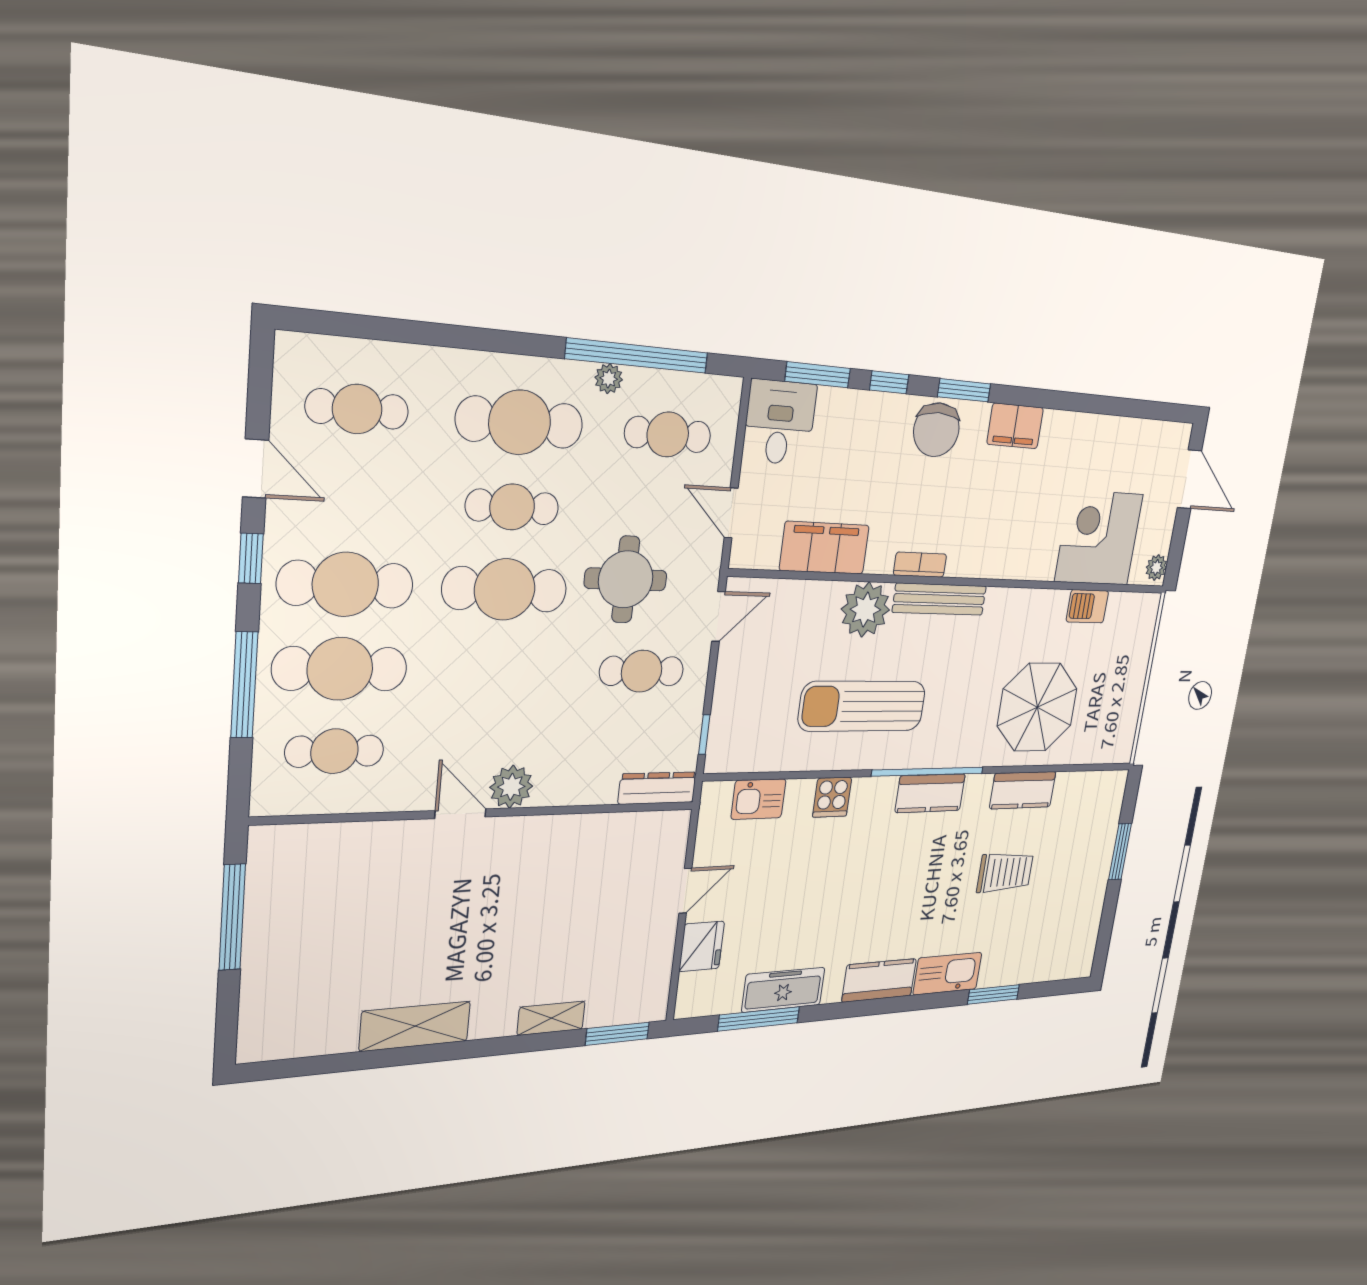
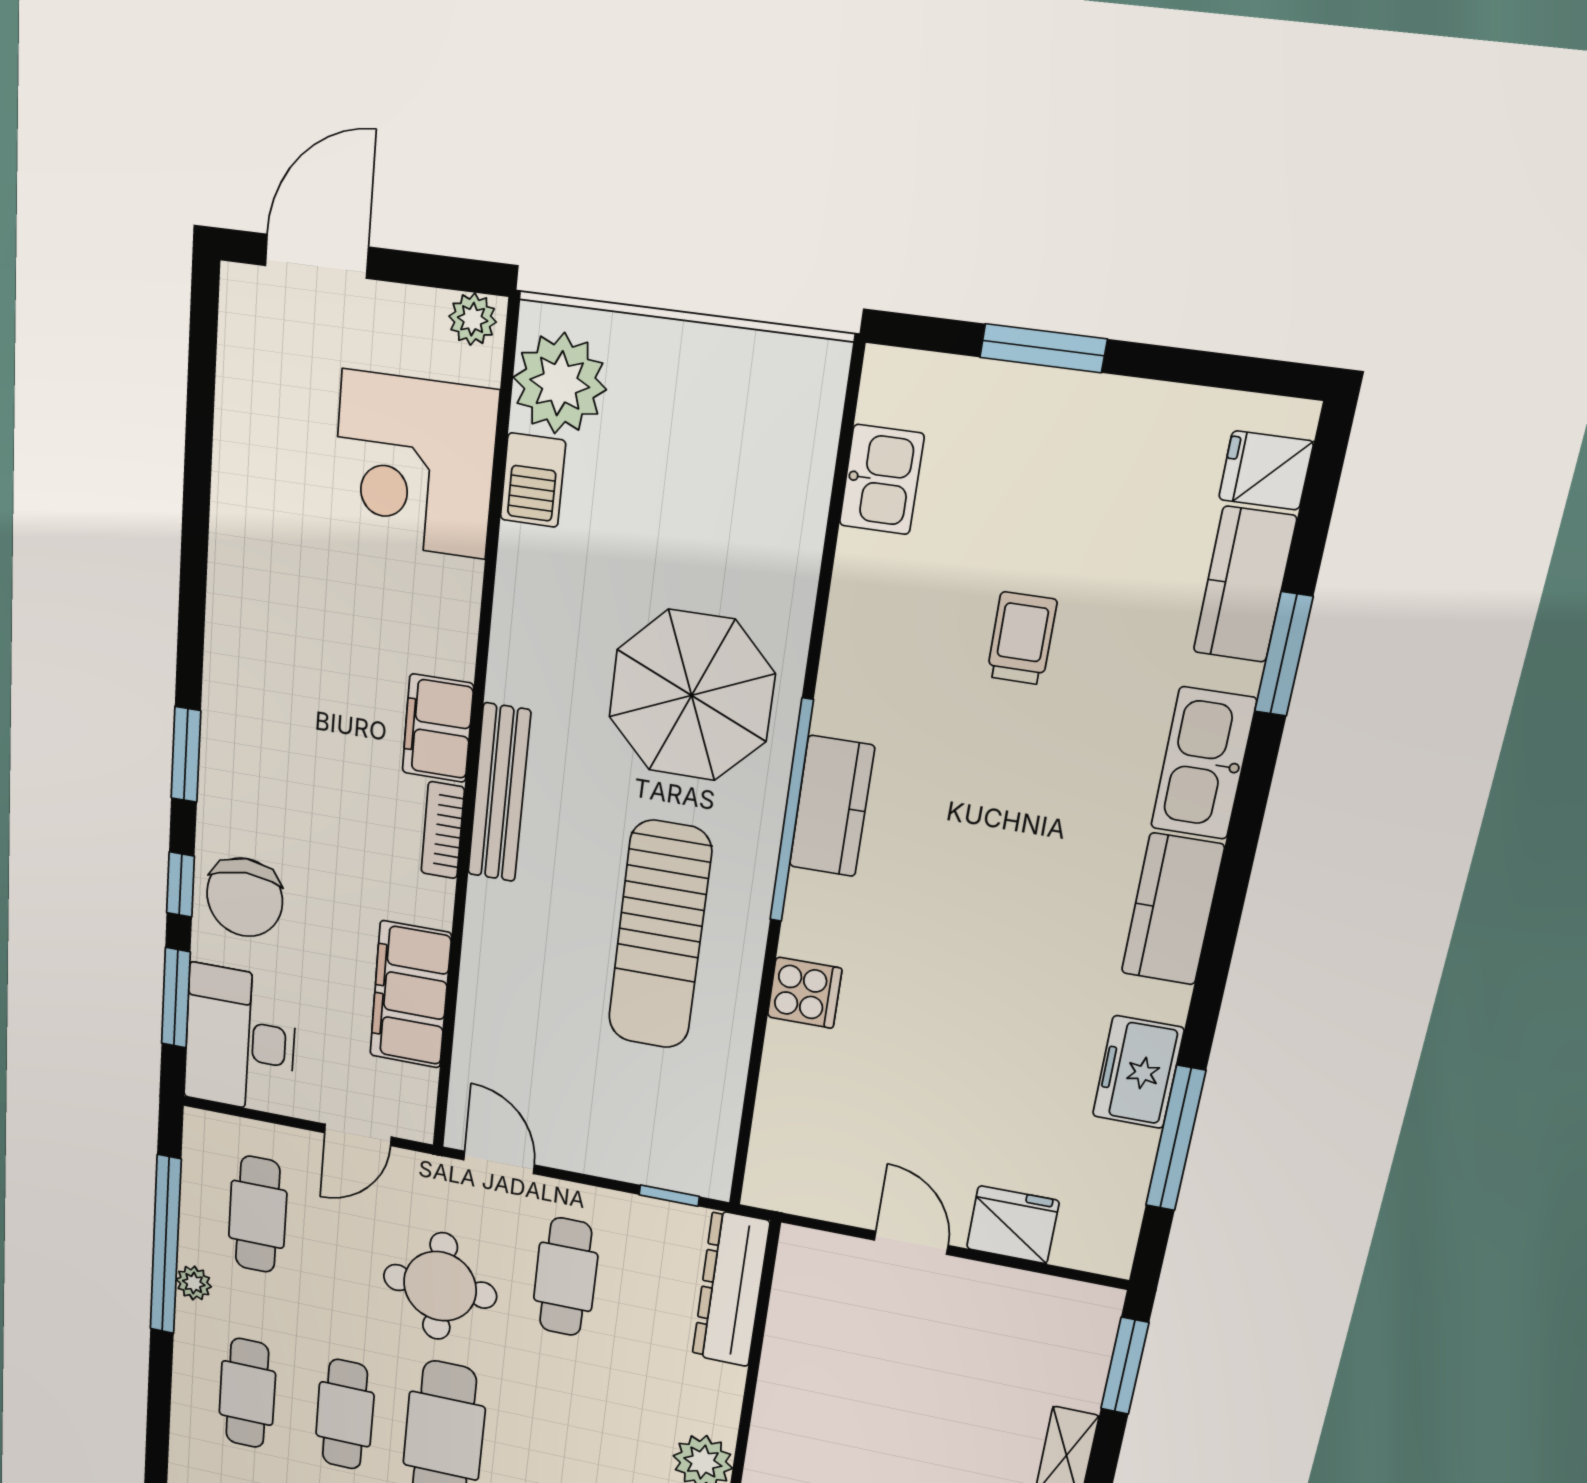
cafe table: (520, 422) -> (247, 1393), width x0.73, depth x0.74
desk: (779, 422) -> (240, 1039), width x1.37
filing cabinet: (1015, 426) -> (438, 728), moved, turned 180
chair: (936, 430) -> (245, 897), moved, turned 90
plant: (865, 610) -> (560, 383), moved
parasol: (1037, 707) -> (692, 695), moved
dresser: (657, 788) -> (731, 1289), width x1.37, depth x1.24
kitchen counter: (1023, 790) -> (1245, 585), moved, turned 180
kitchen sink: (758, 799) -> (882, 480), moved
trolley: (1005, 872) -> (1022, 638), width x0.73, depth x0.72
fridge: (1067, 962) -> (1266, 470), added
freezer: (783, 990) -> (1138, 1072), width x0.71

